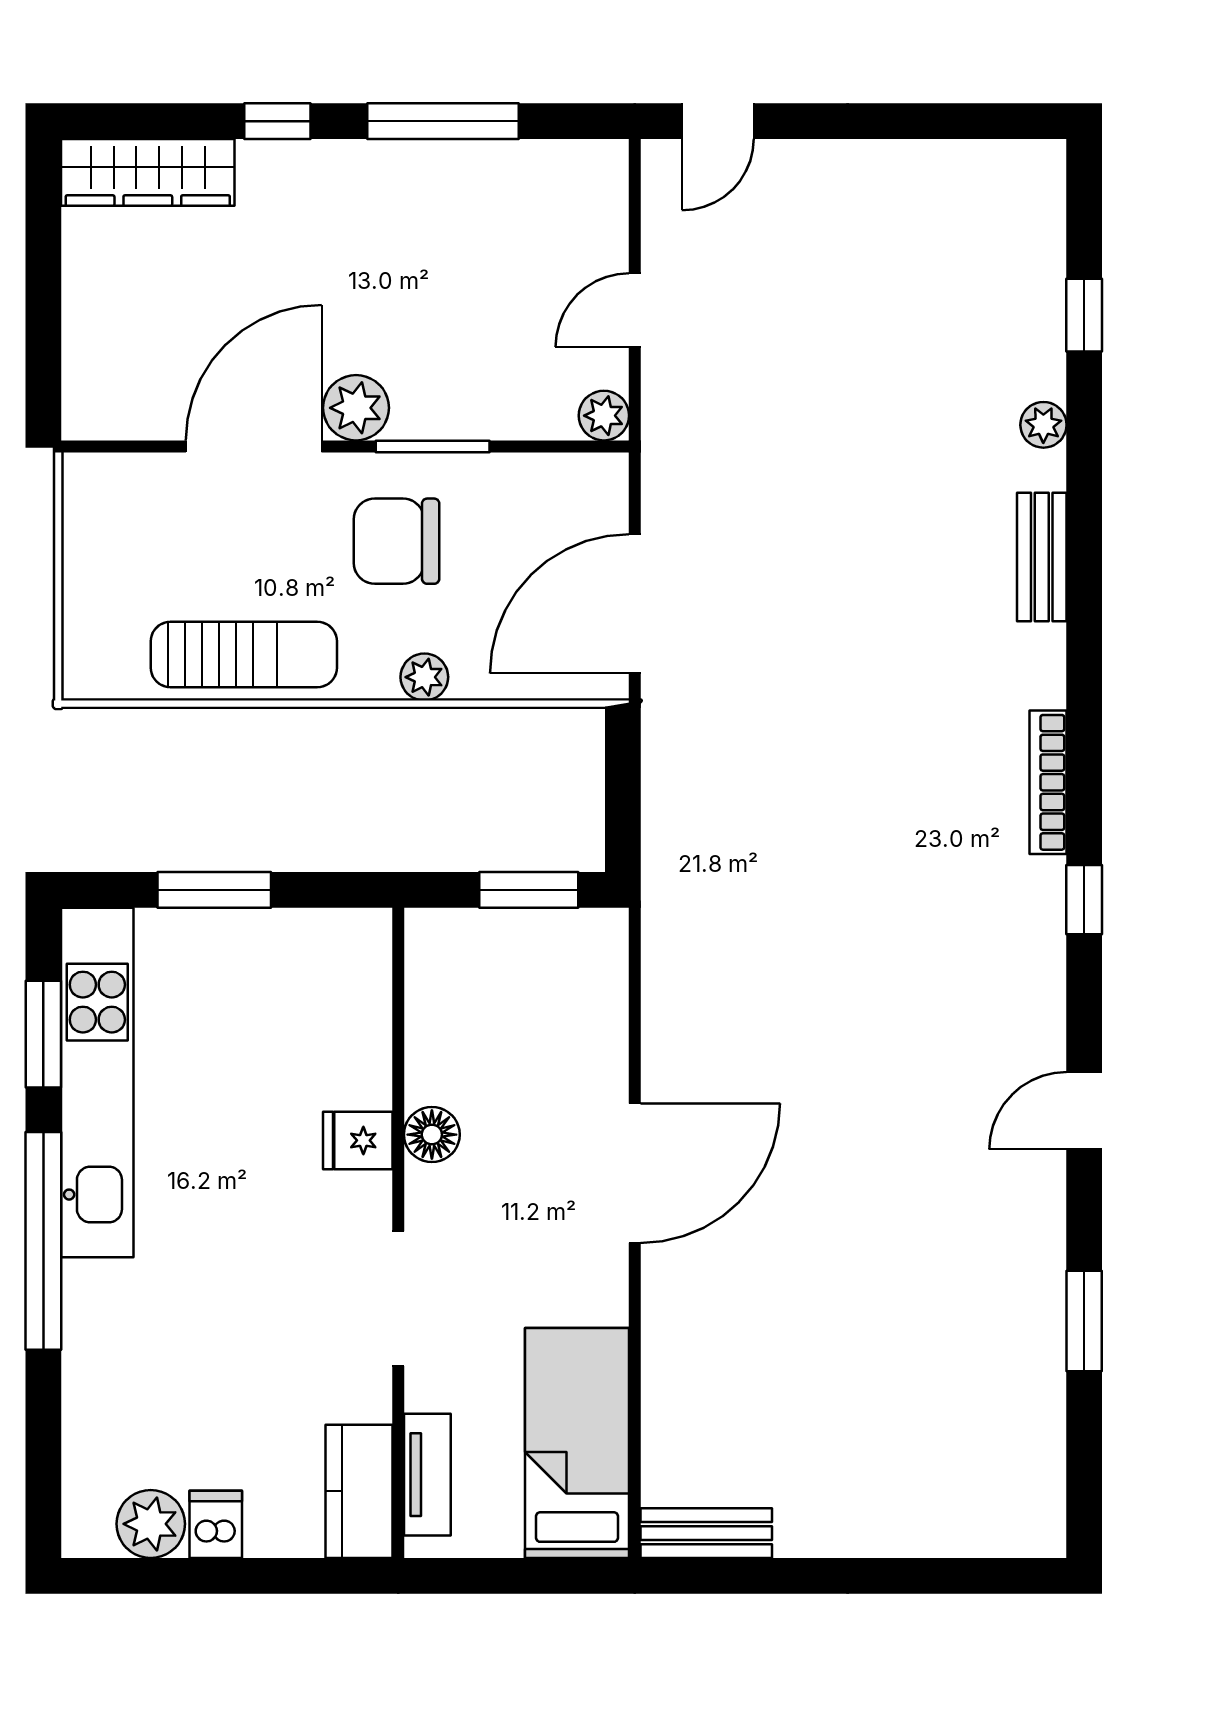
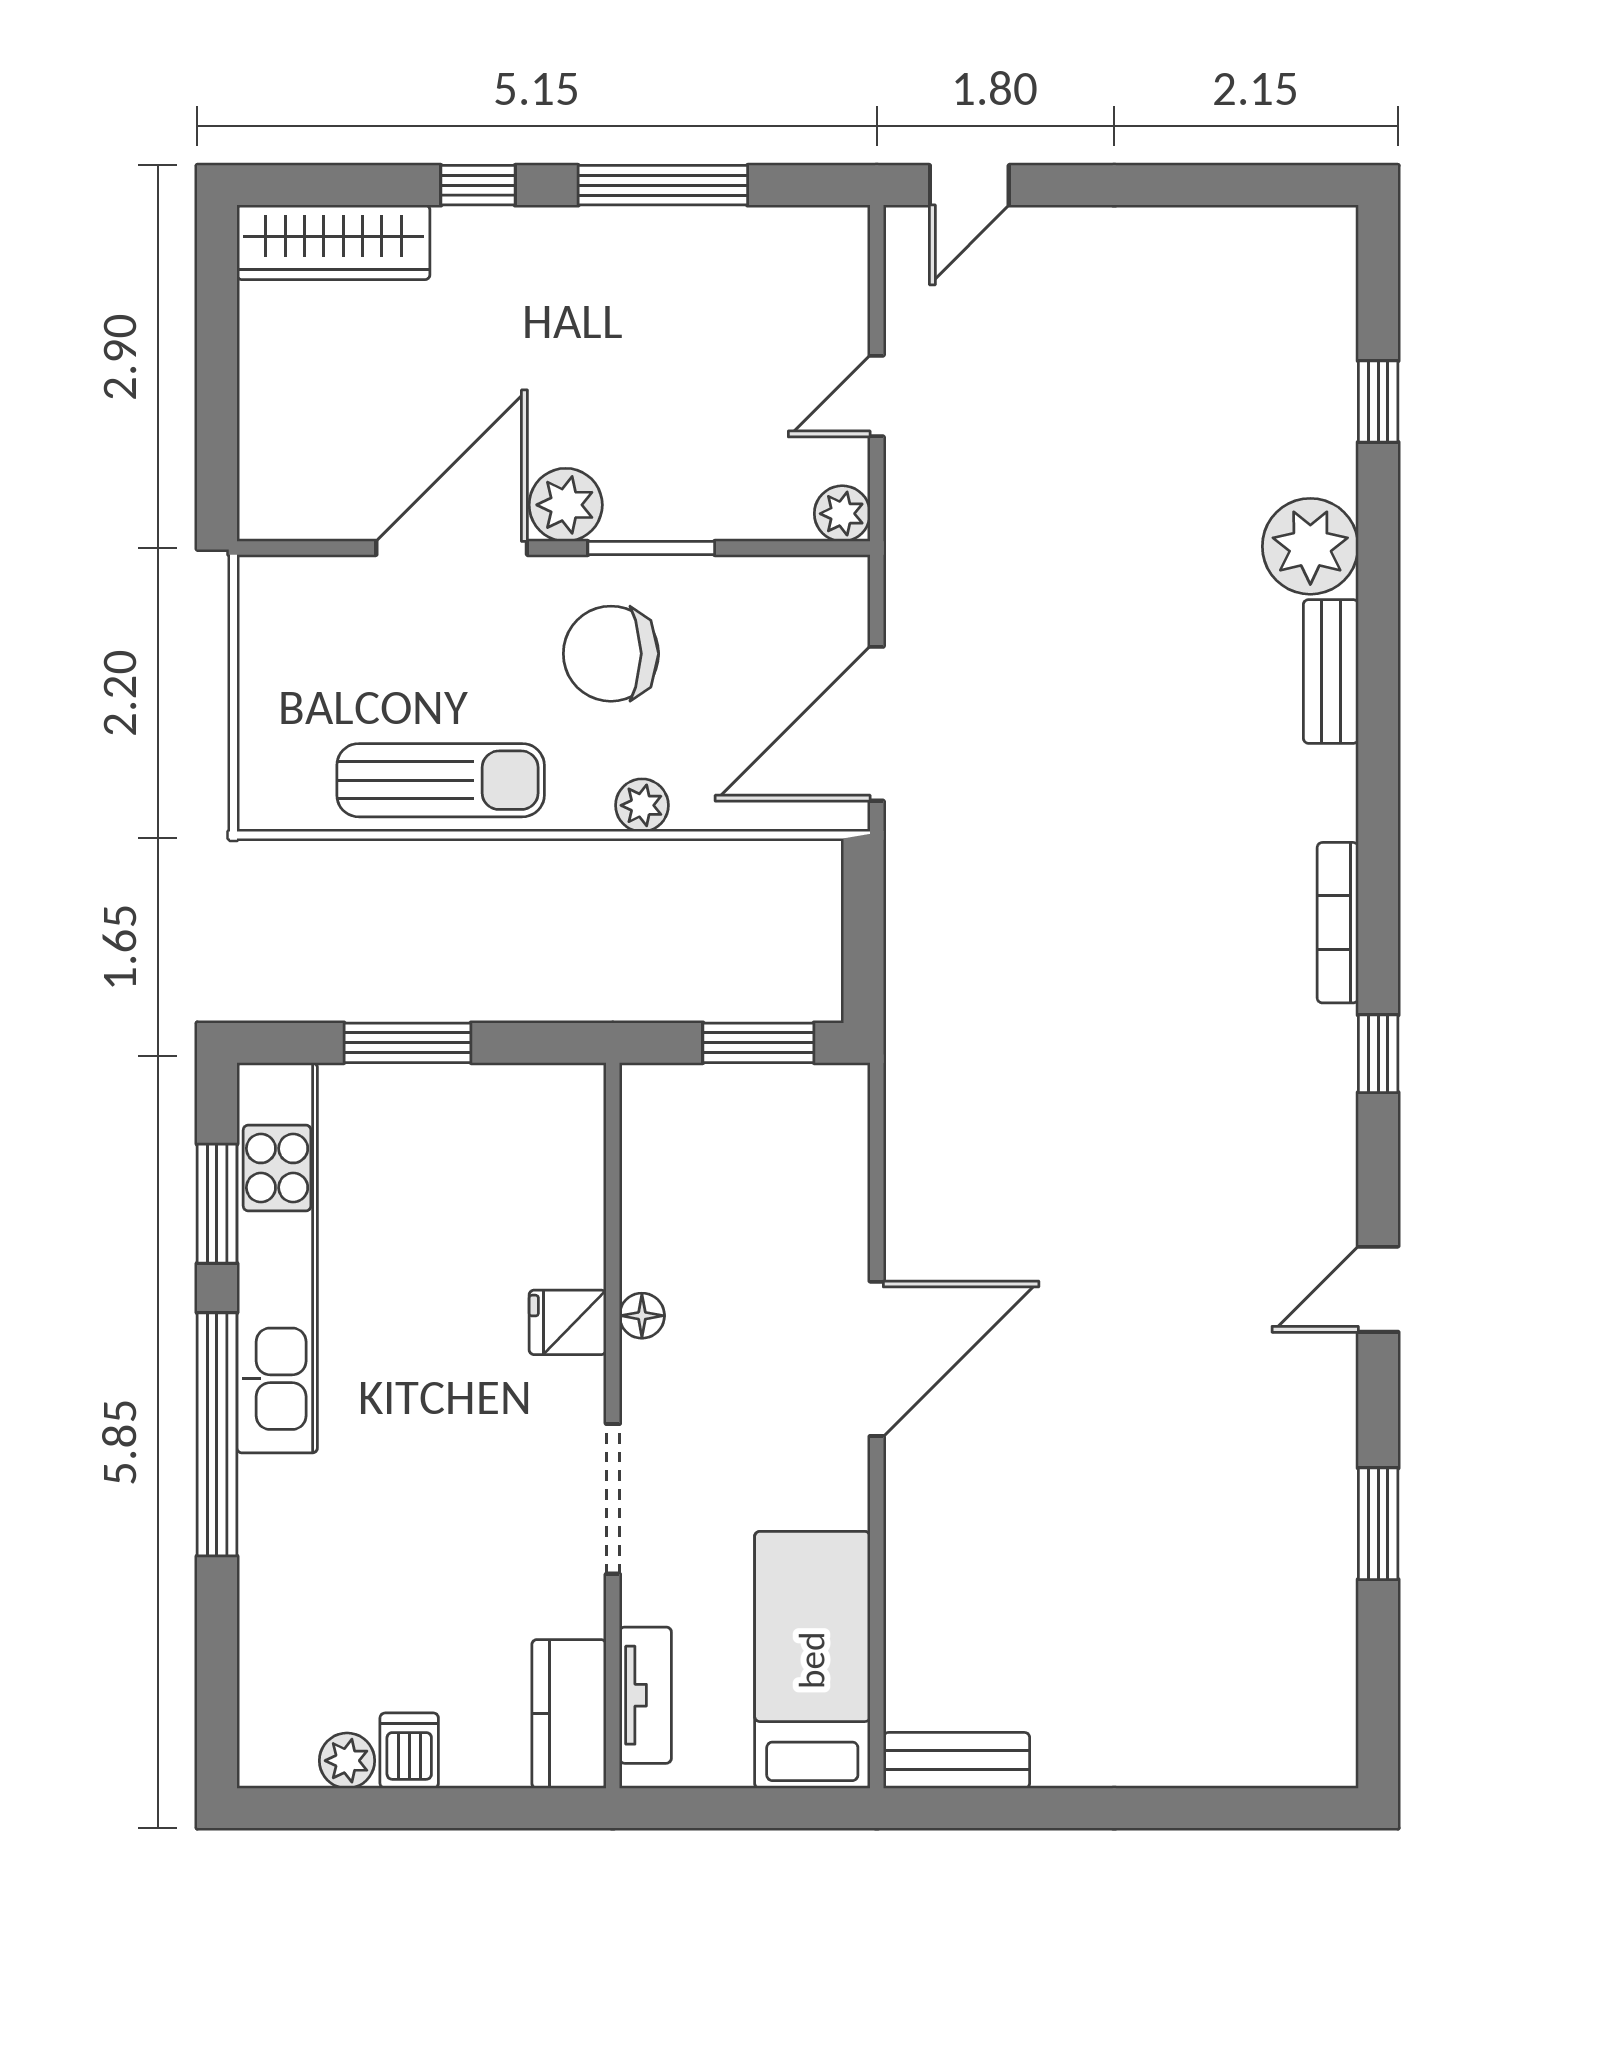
plant: (1043, 425) -> (1310, 546), width x1.88, depth x1.88
floor lamp: (432, 1135) -> (642, 1316), width x0.73, depth x0.73
plant: (151, 1524) -> (347, 1761), width x0.73, depth x0.73

